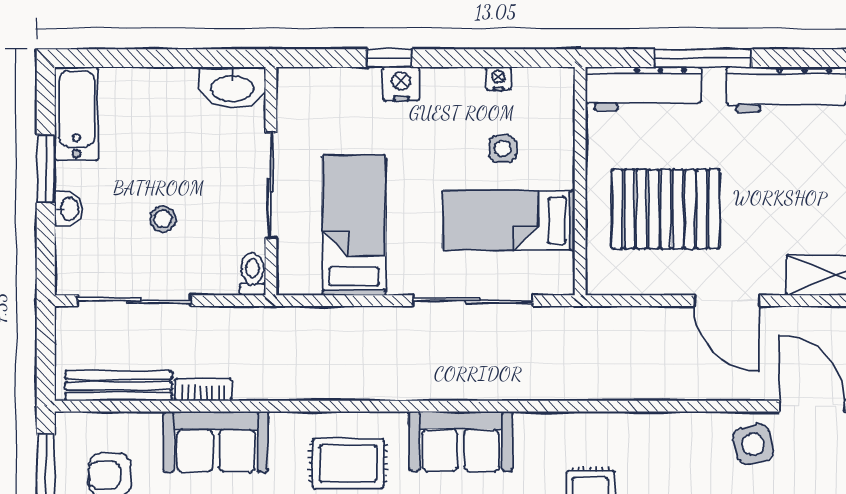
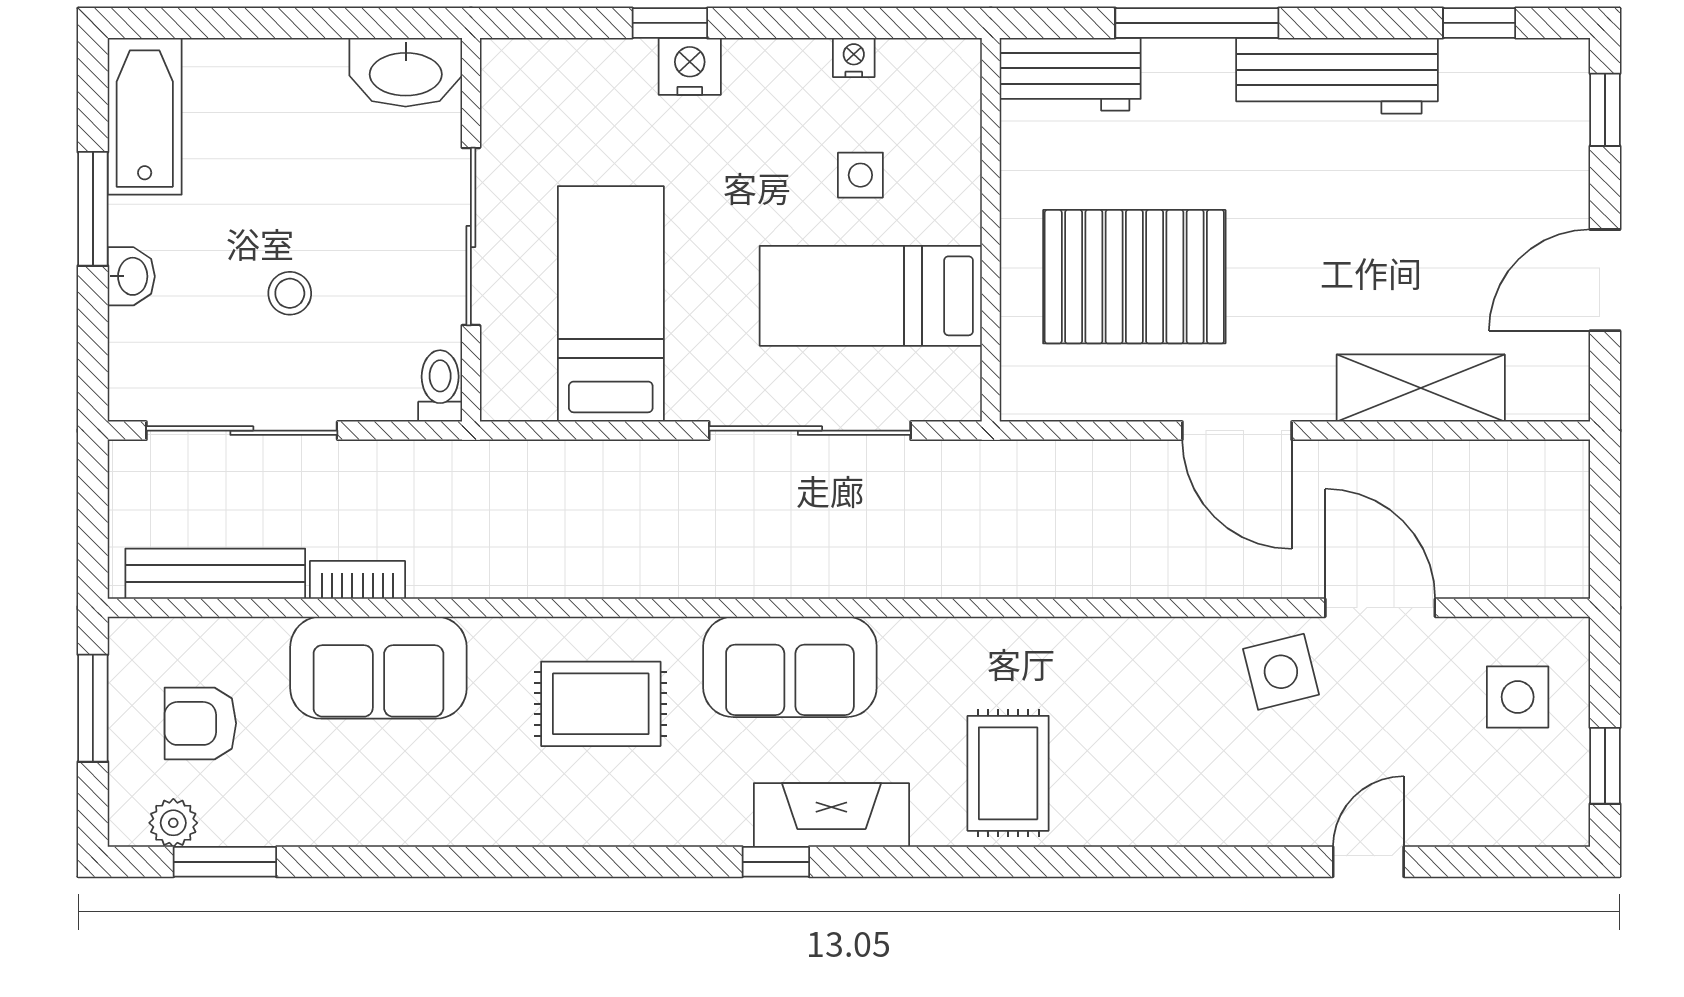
workbench: (643, 89) -> (1070, 74), width x0.73

